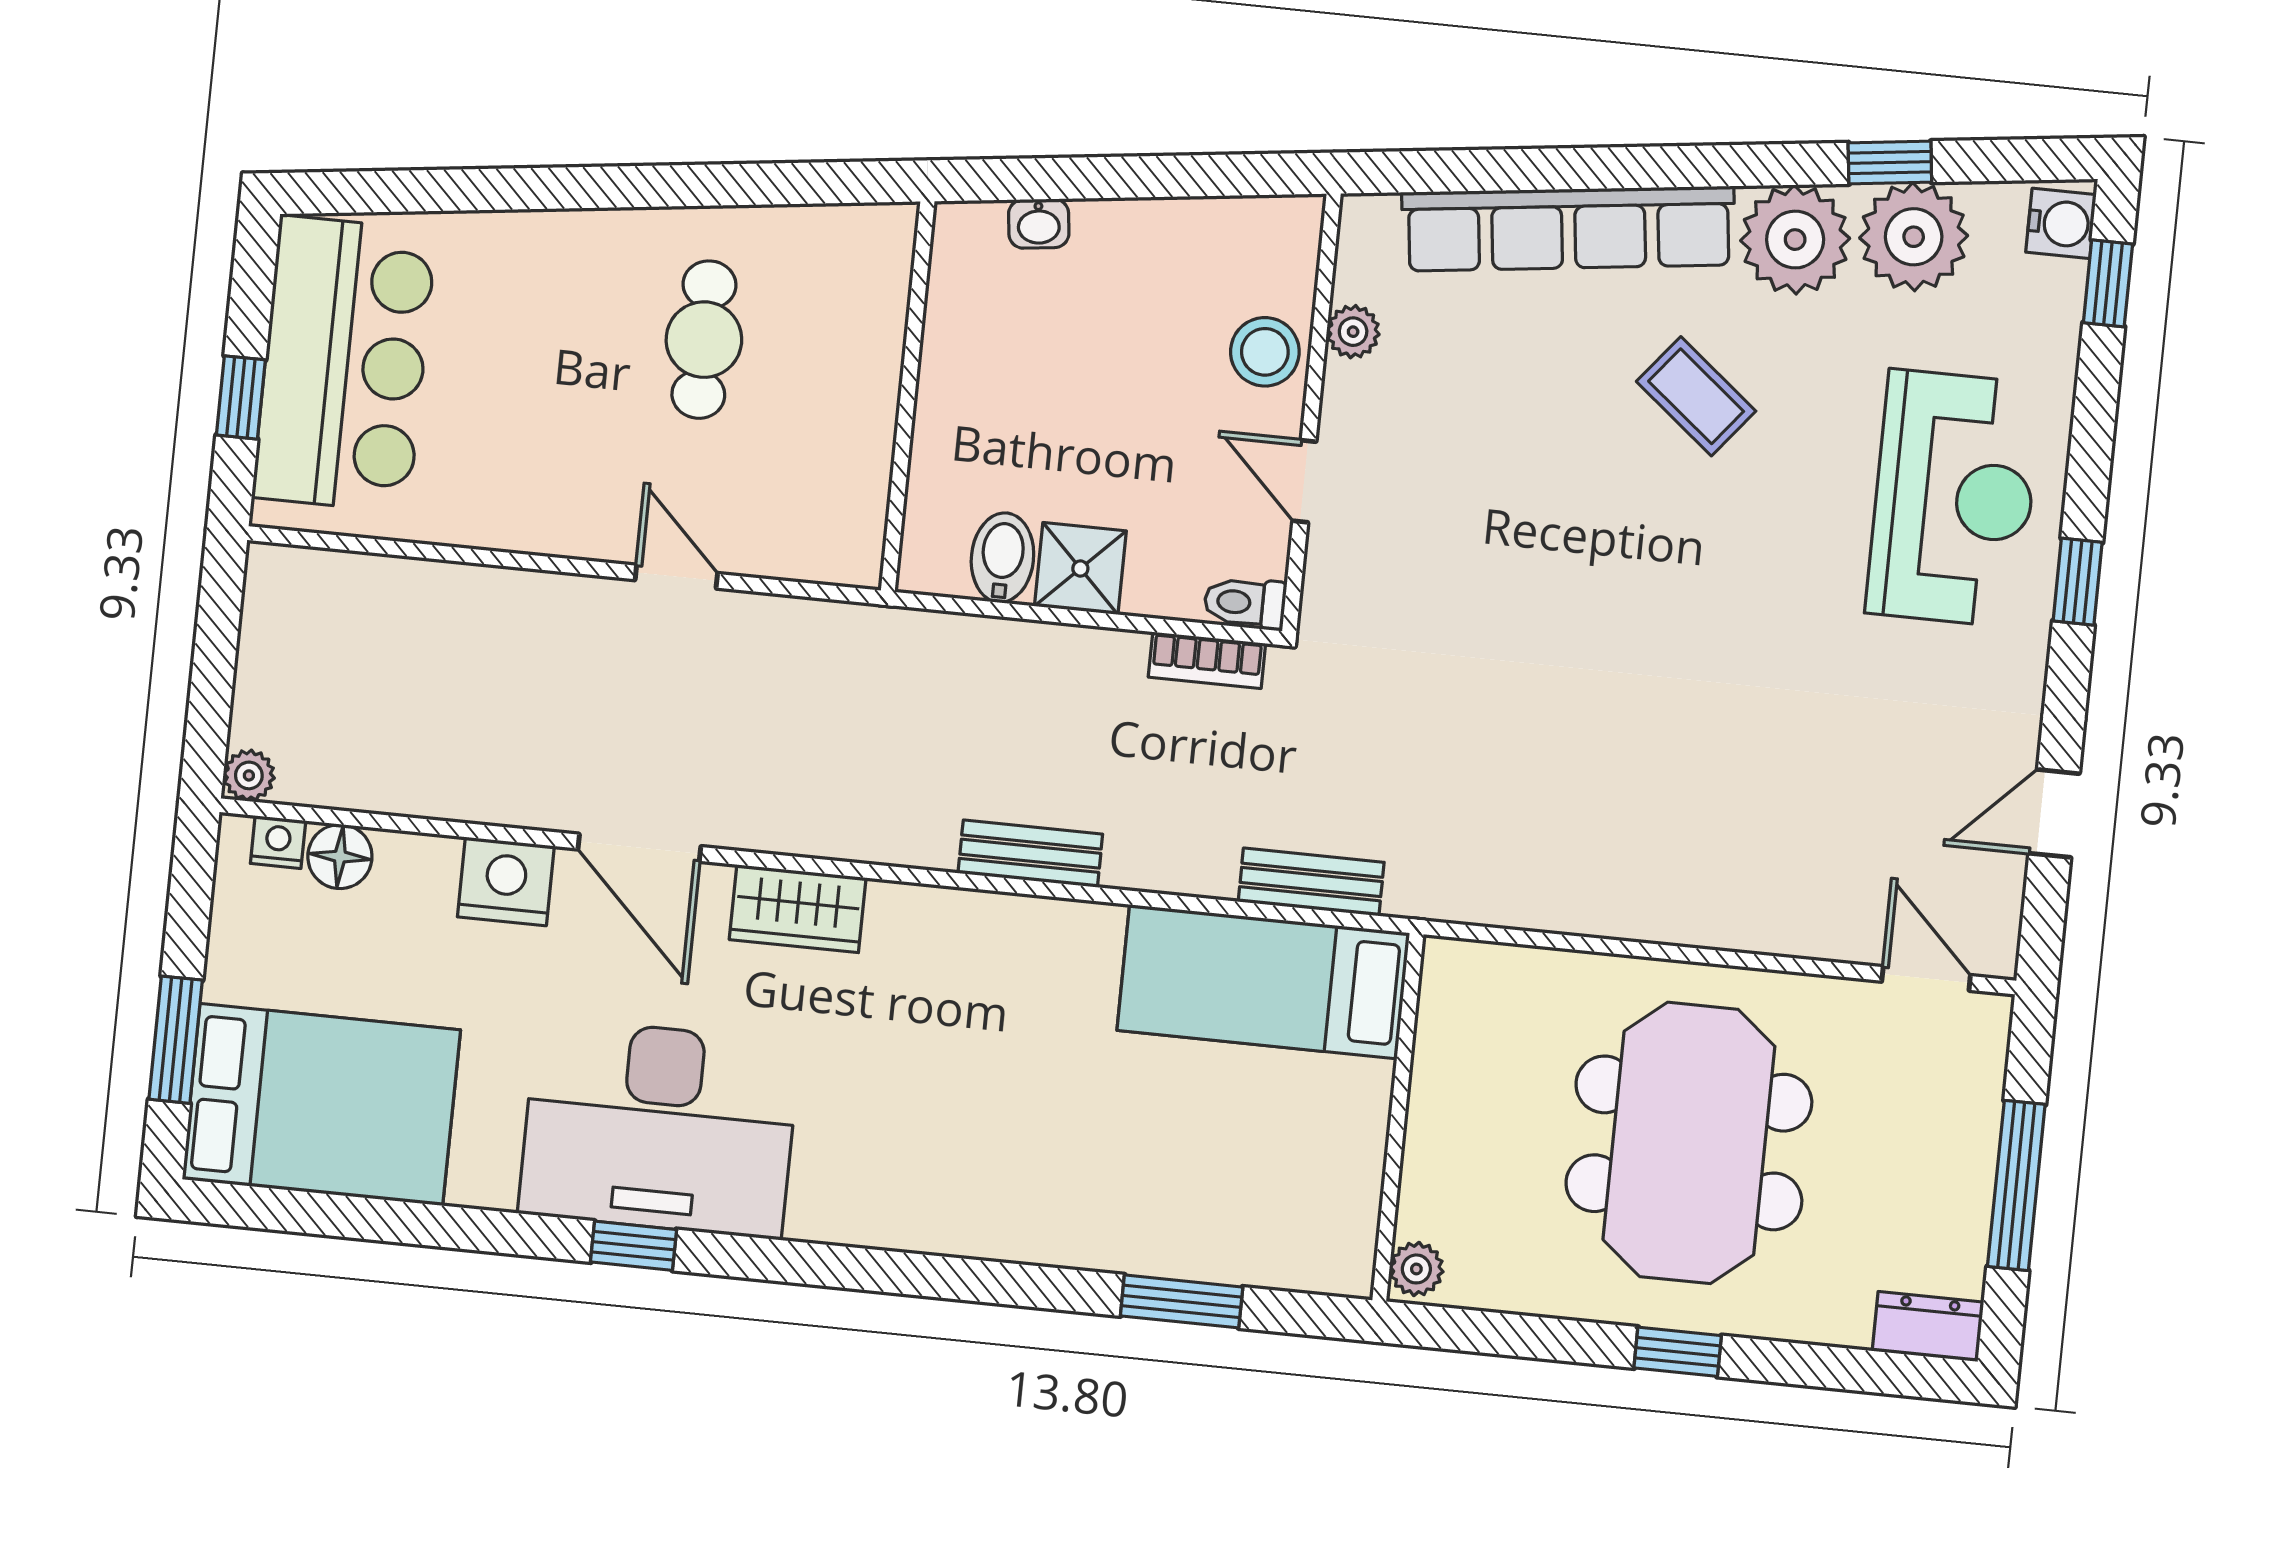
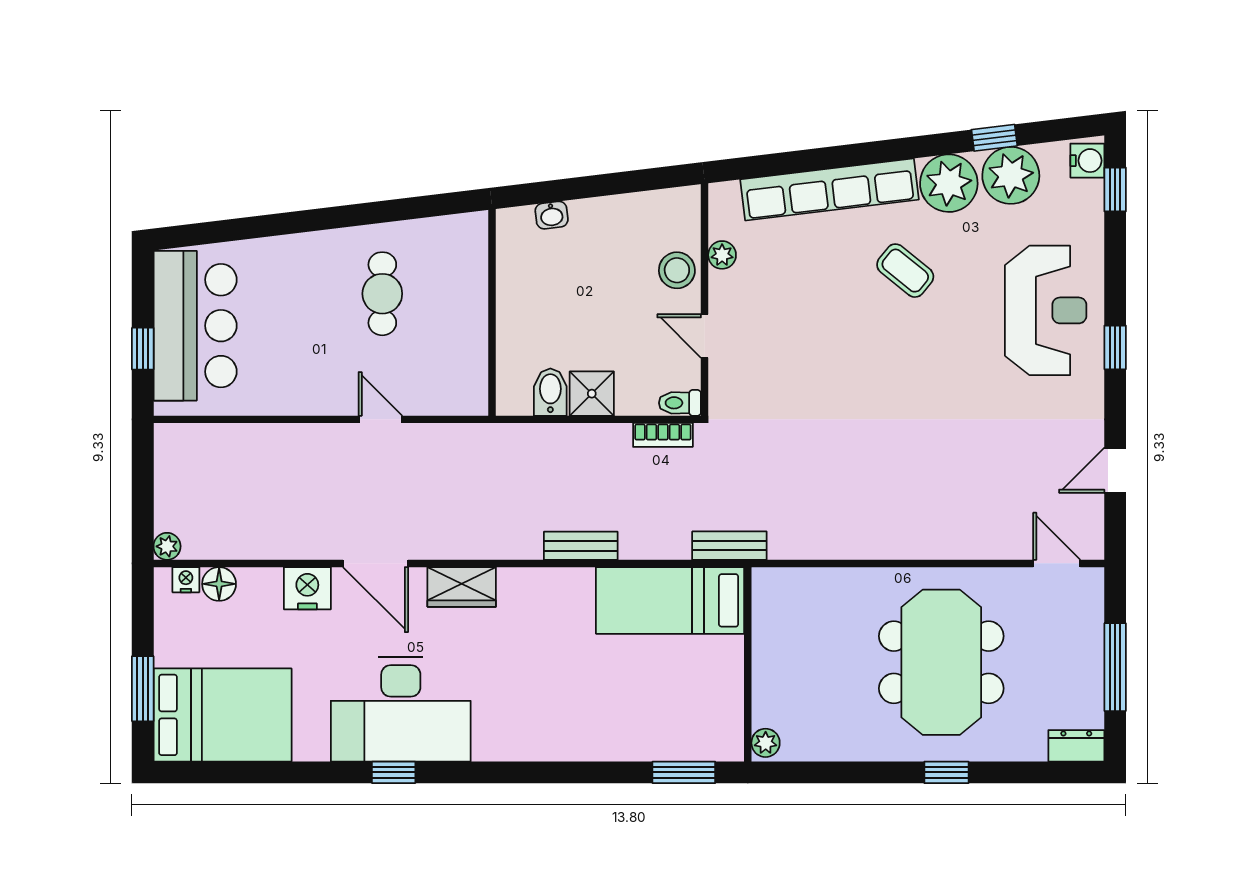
bed: (1263, 982) -> (670, 600), moved
wall: (1398, 1117) -> (748, 664), moved
plant: (1416, 1269) -> (766, 743), moved

